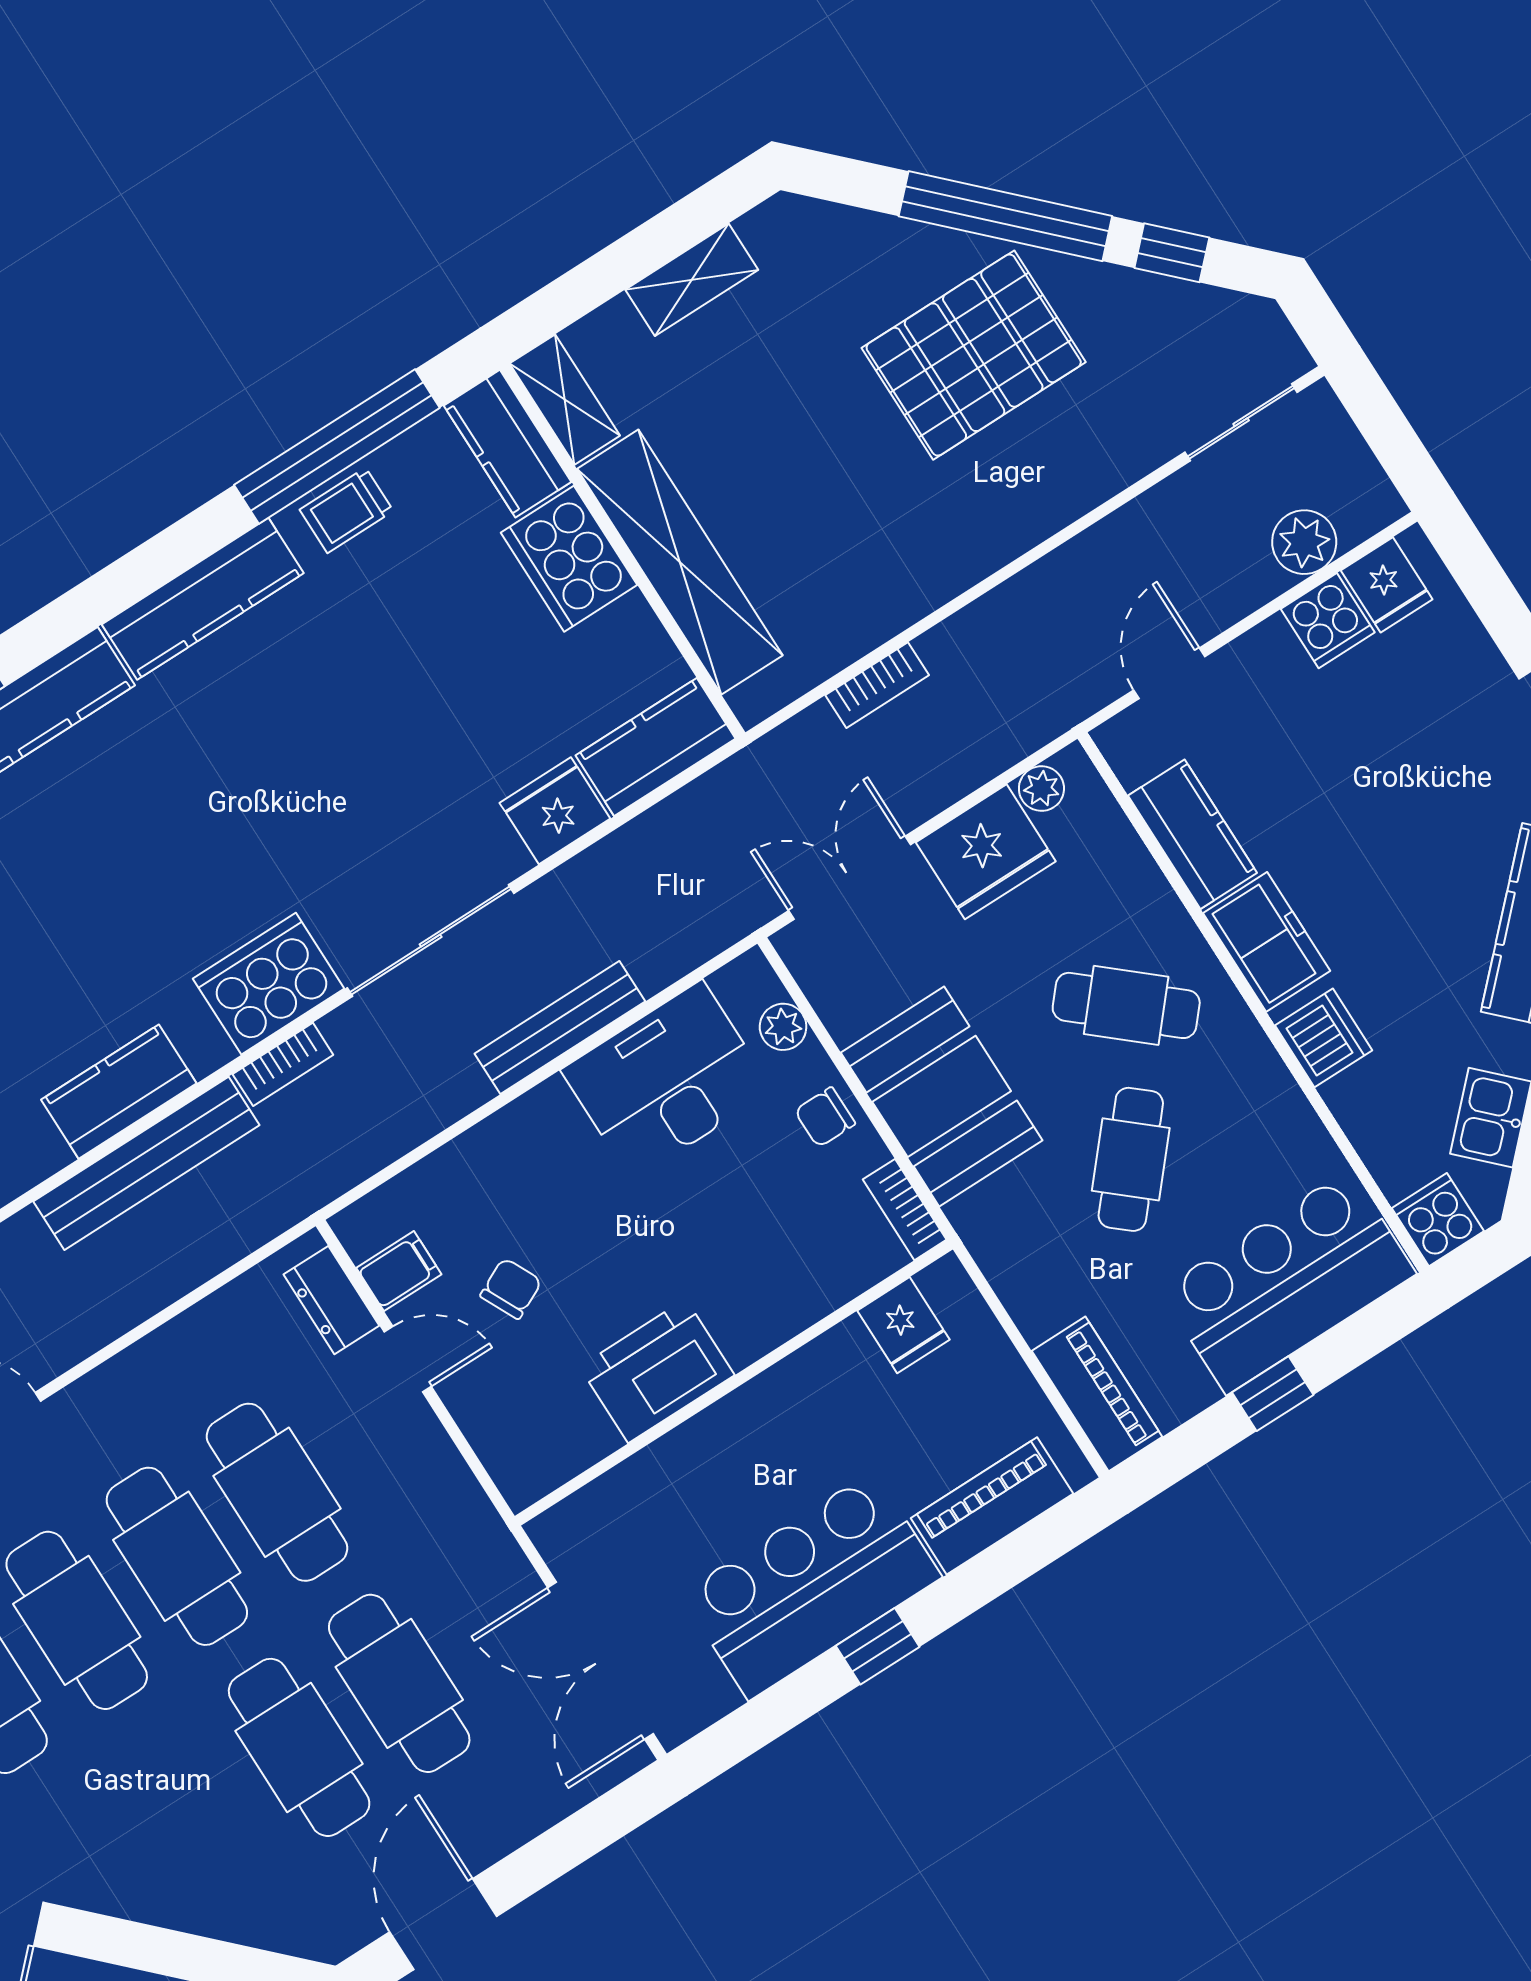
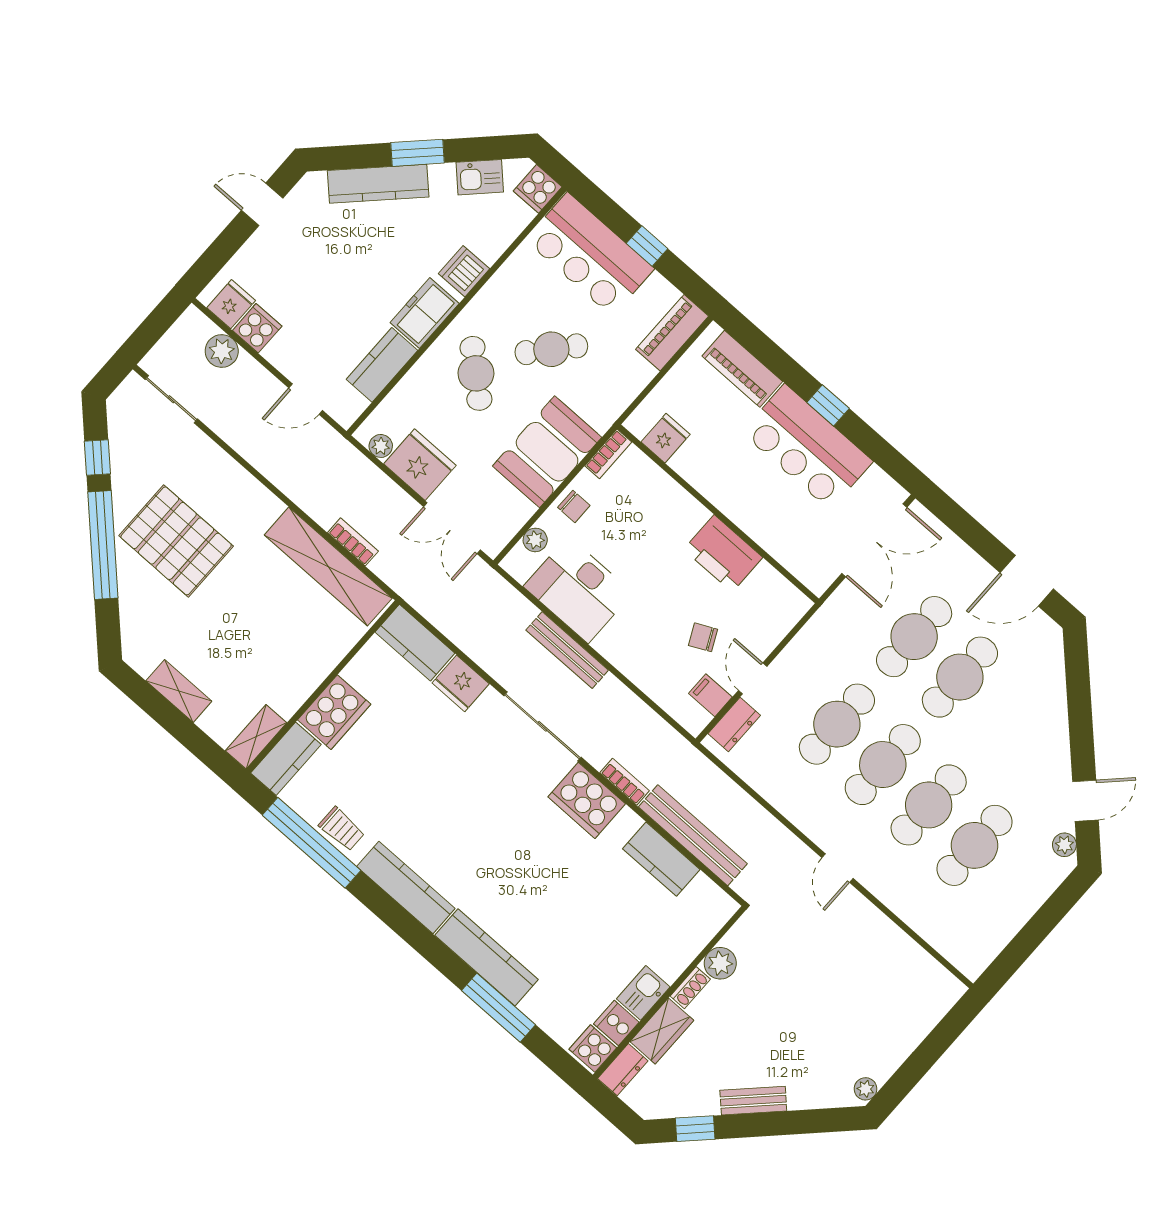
shelving: (680, 562) -> (328, 567), moved, turned 90

